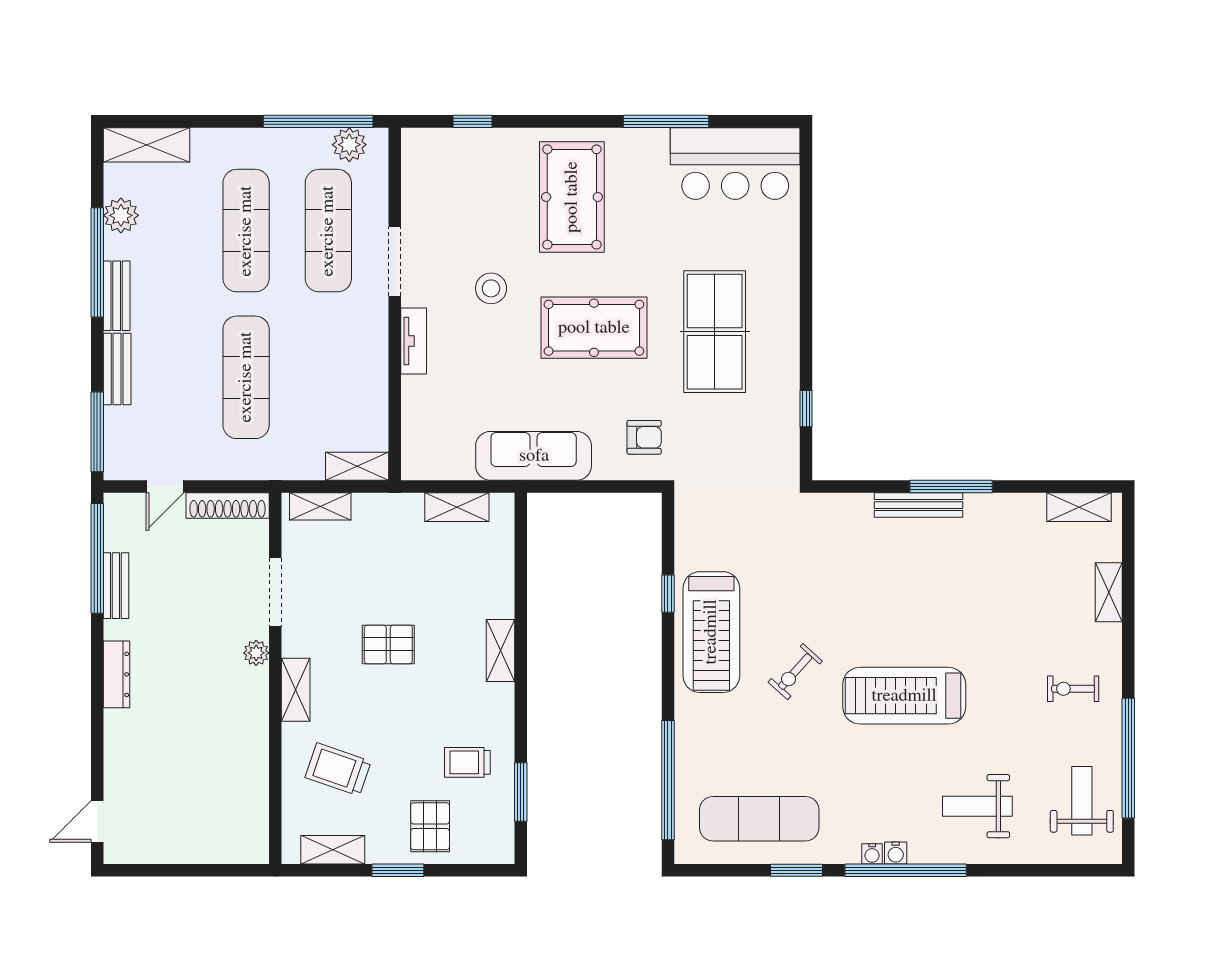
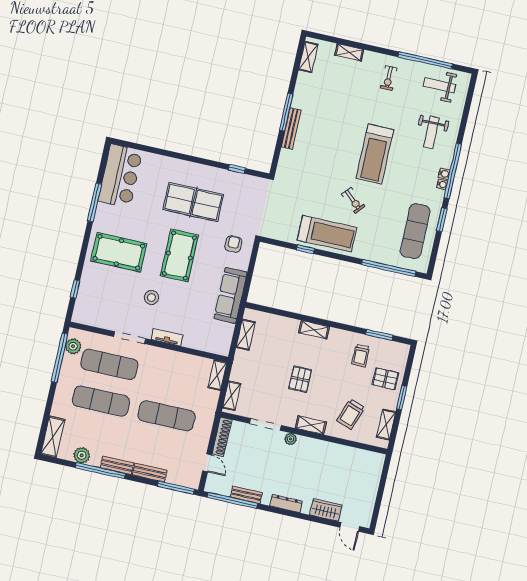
wardrobe: (122, 762) -> (326, 510), added

